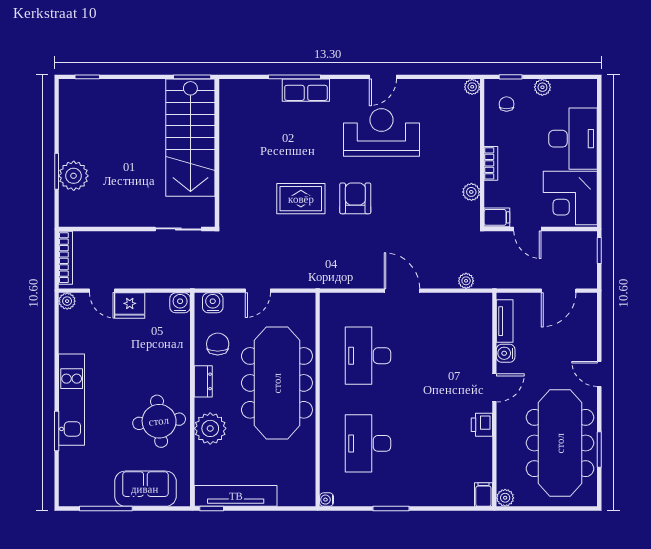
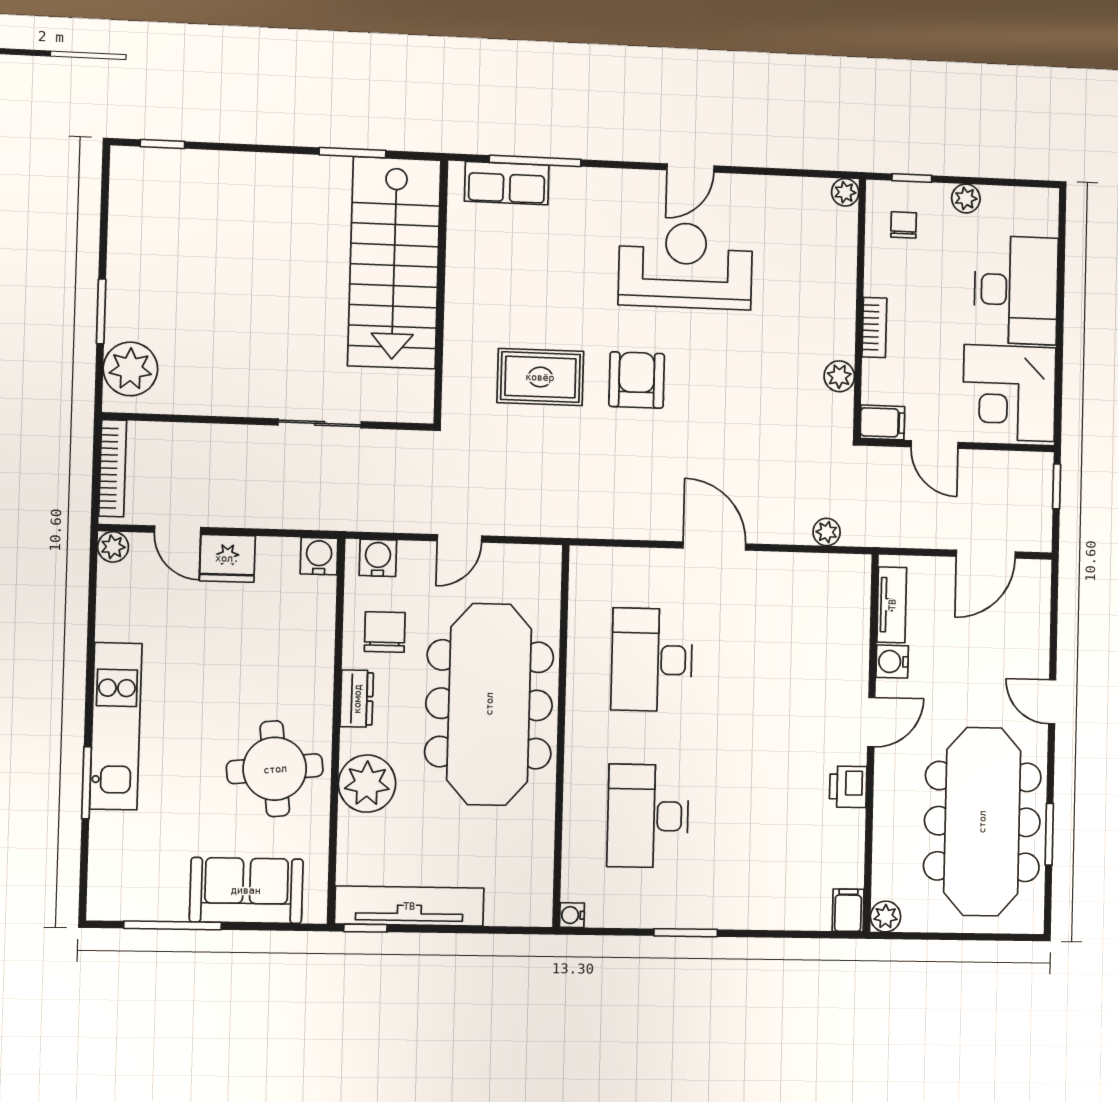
row of seats: (306, 90) -> (507, 183), moved
stairs: (190, 138) -> (394, 263), moved
wall: (217, 153) -> (441, 292), moved
plant: (74, 176) -> (130, 369), moved

